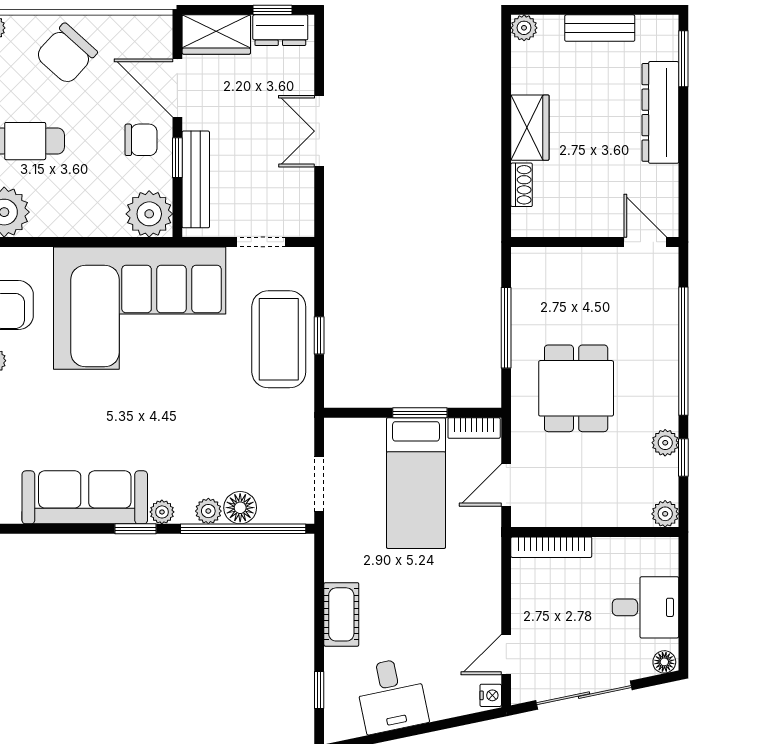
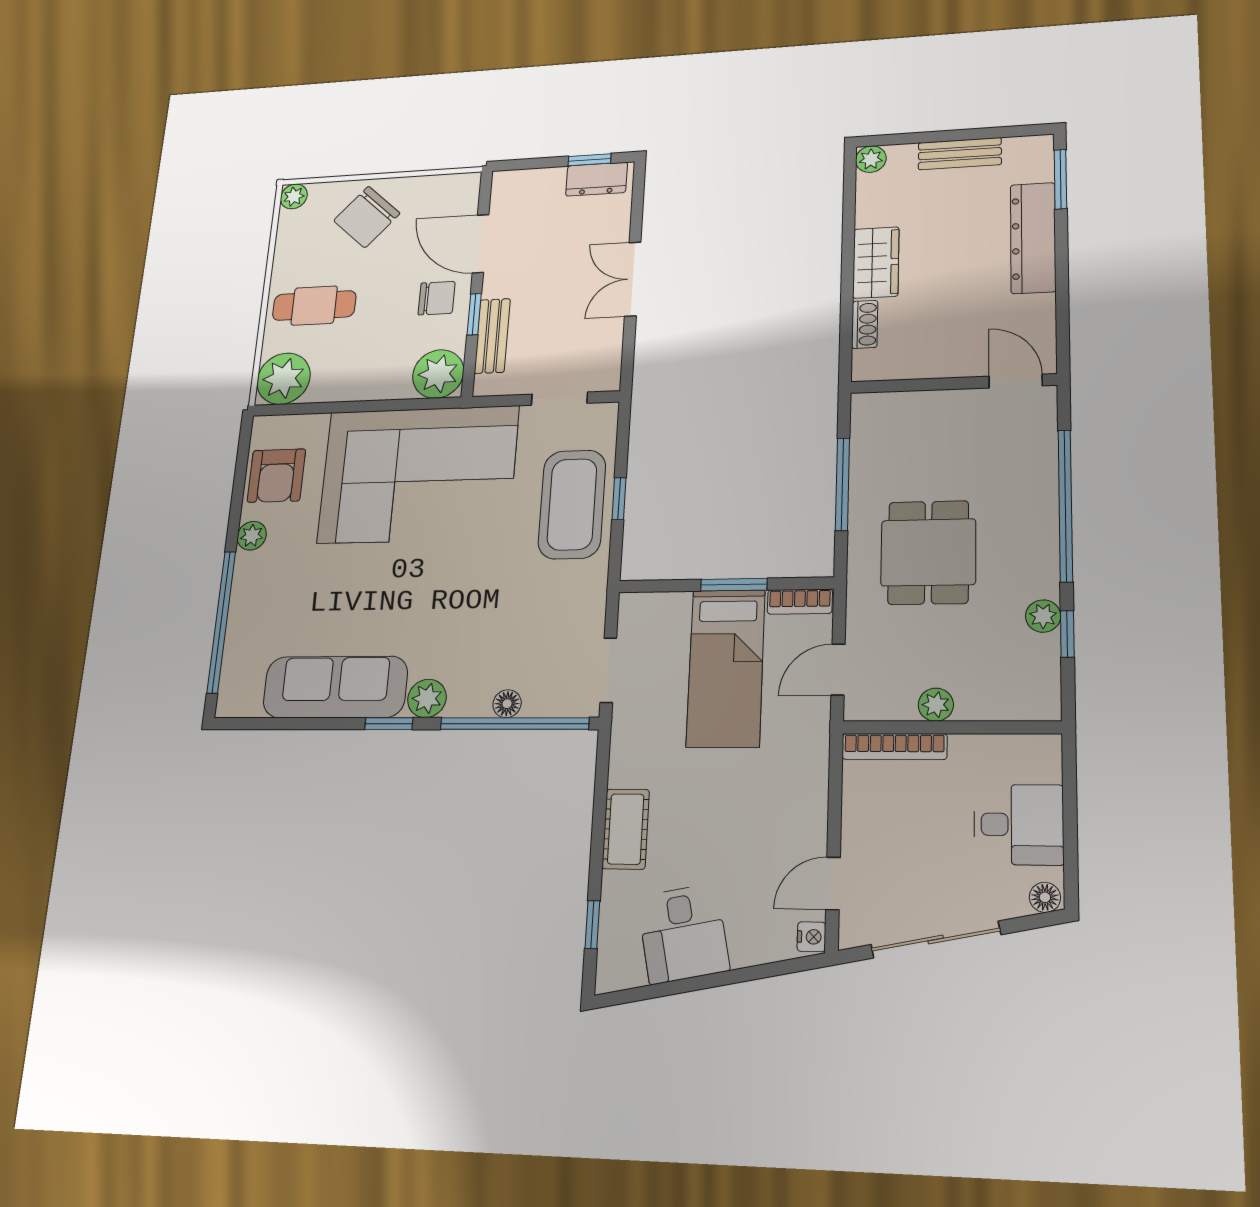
wardrobe: (216, 35) -> (527, 188), removed
bench: (196, 179) -> (492, 336), width x0.73
floor lamp: (240, 508) -> (507, 704), width x0.73, depth x0.73
plant: (208, 511) -> (475, 702), removed
plant: (162, 512) -> (427, 698), width x1.38, depth x1.38
plant: (665, 514) -> (936, 705), moved

